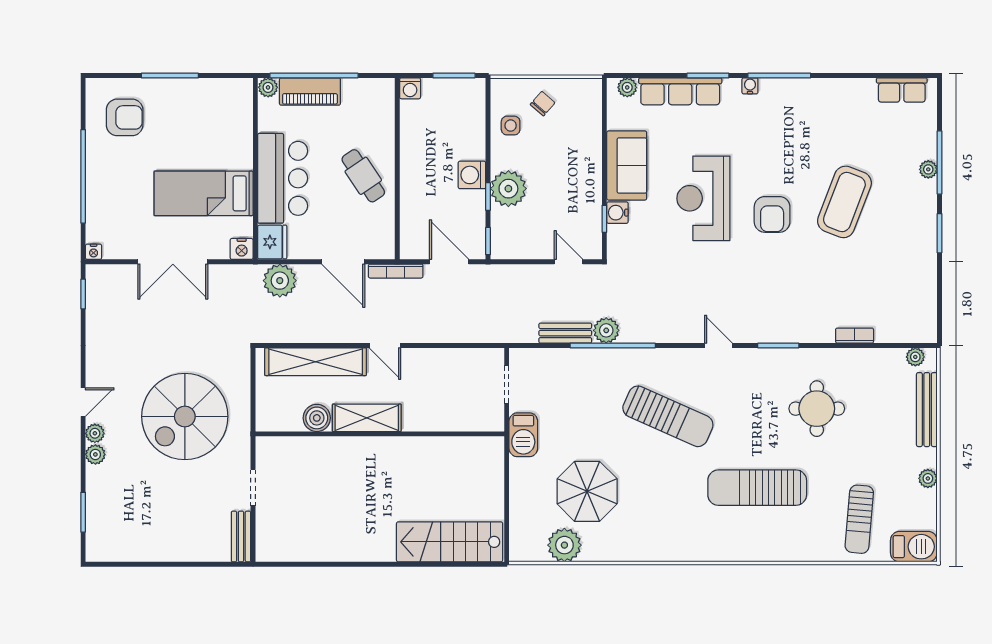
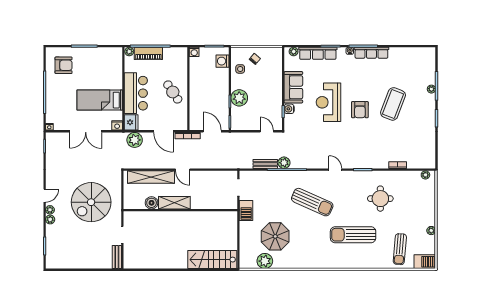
row of seats: (902, 90) -> (371, 53), moved, width x1.48
washing machine: (472, 175) -> (223, 61), moved
bench: (927, 410) -> (431, 199), removed

